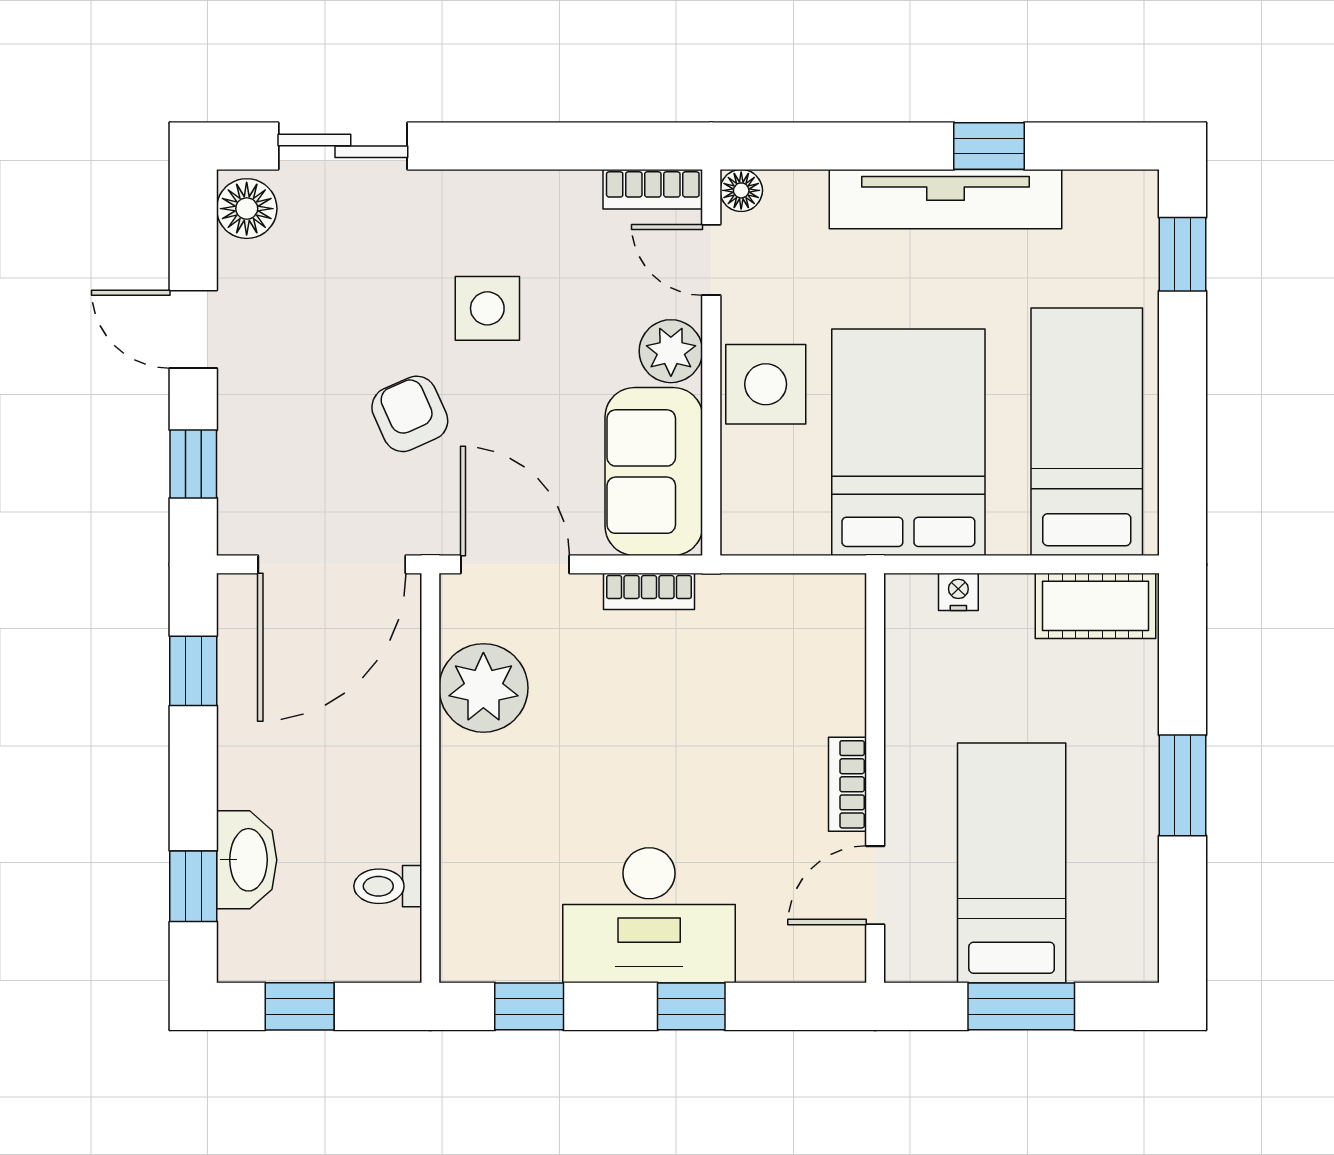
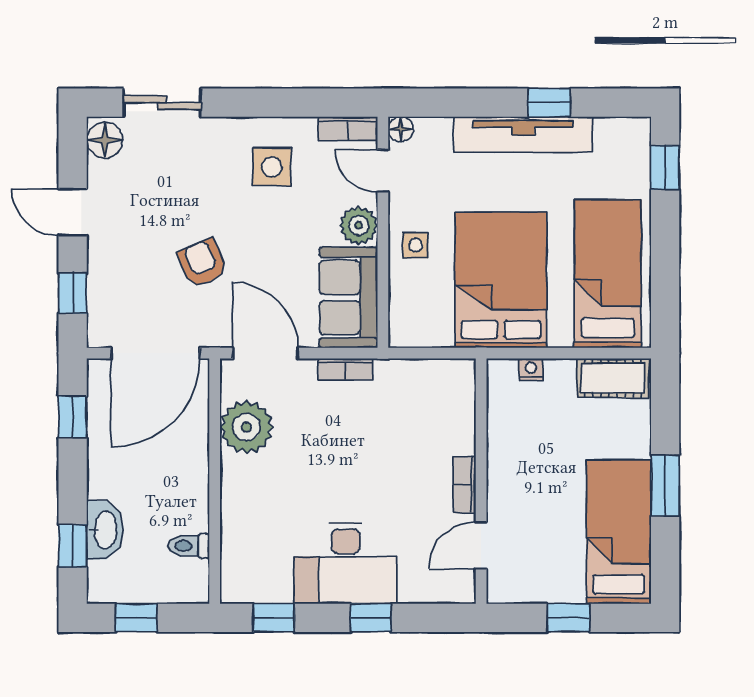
side table: (487, 308) -> (272, 167), moved
side table: (766, 384) -> (415, 245), width x0.54, depth x0.54
bed: (1012, 863) -> (619, 532), moved
window: (1021, 1006) -> (568, 618), width x0.67

